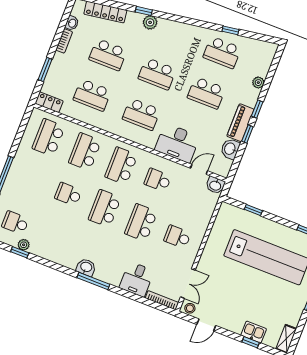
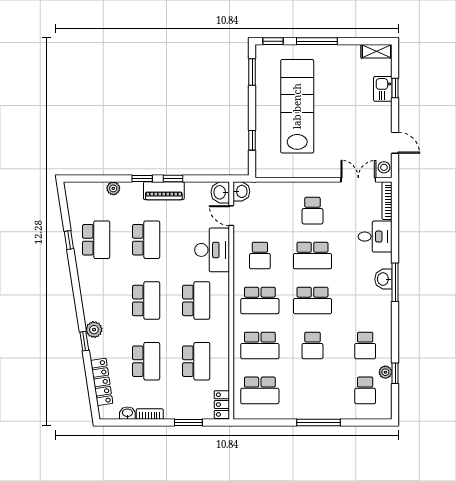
washbasin: (230, 149) -> (220, 192), moved, turned 90
school desk: (52, 237) -> (365, 345), added
washbasin: (86, 267) -> (383, 279), moved

